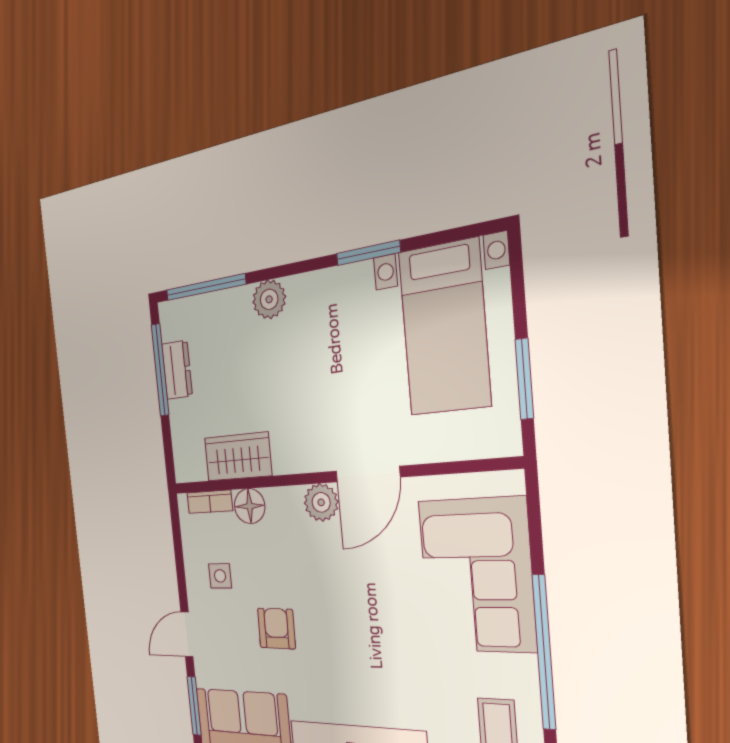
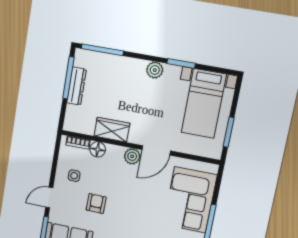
plant: (269, 299) -> (155, 70), moved
dresser: (177, 370) -> (76, 86), width x1.44
wardrobe: (238, 457) -> (112, 130), moved

